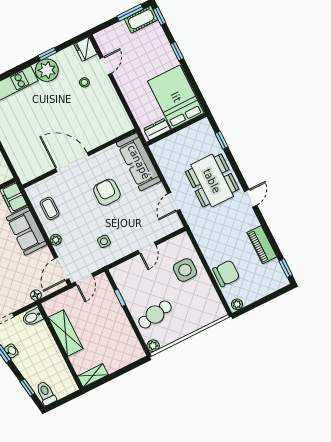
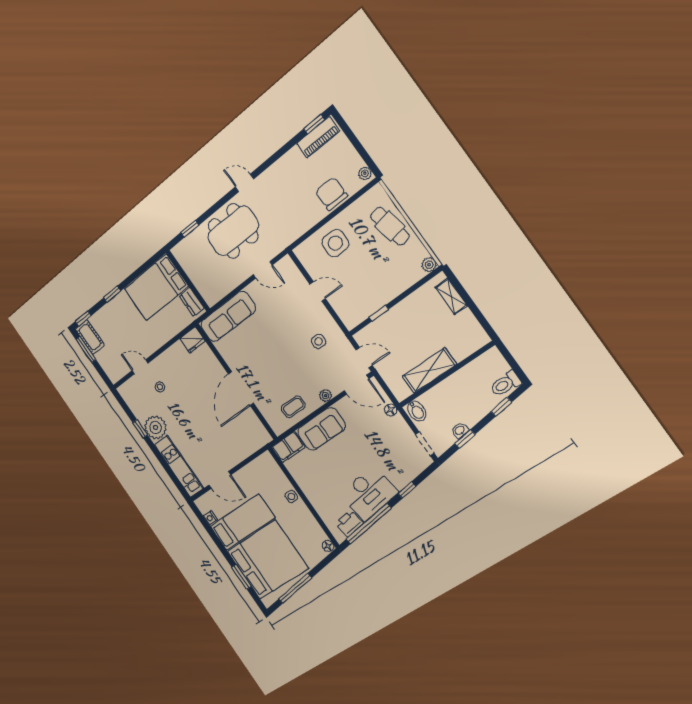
fridge: (86, 49) -> (192, 340), moved
armchair: (107, 192) -> (265, 346), removed
piano: (262, 245) -> (318, 137), moved
cafe table: (155, 314) -> (390, 226), moved
shelving: (93, 375) -> (451, 296), moved

